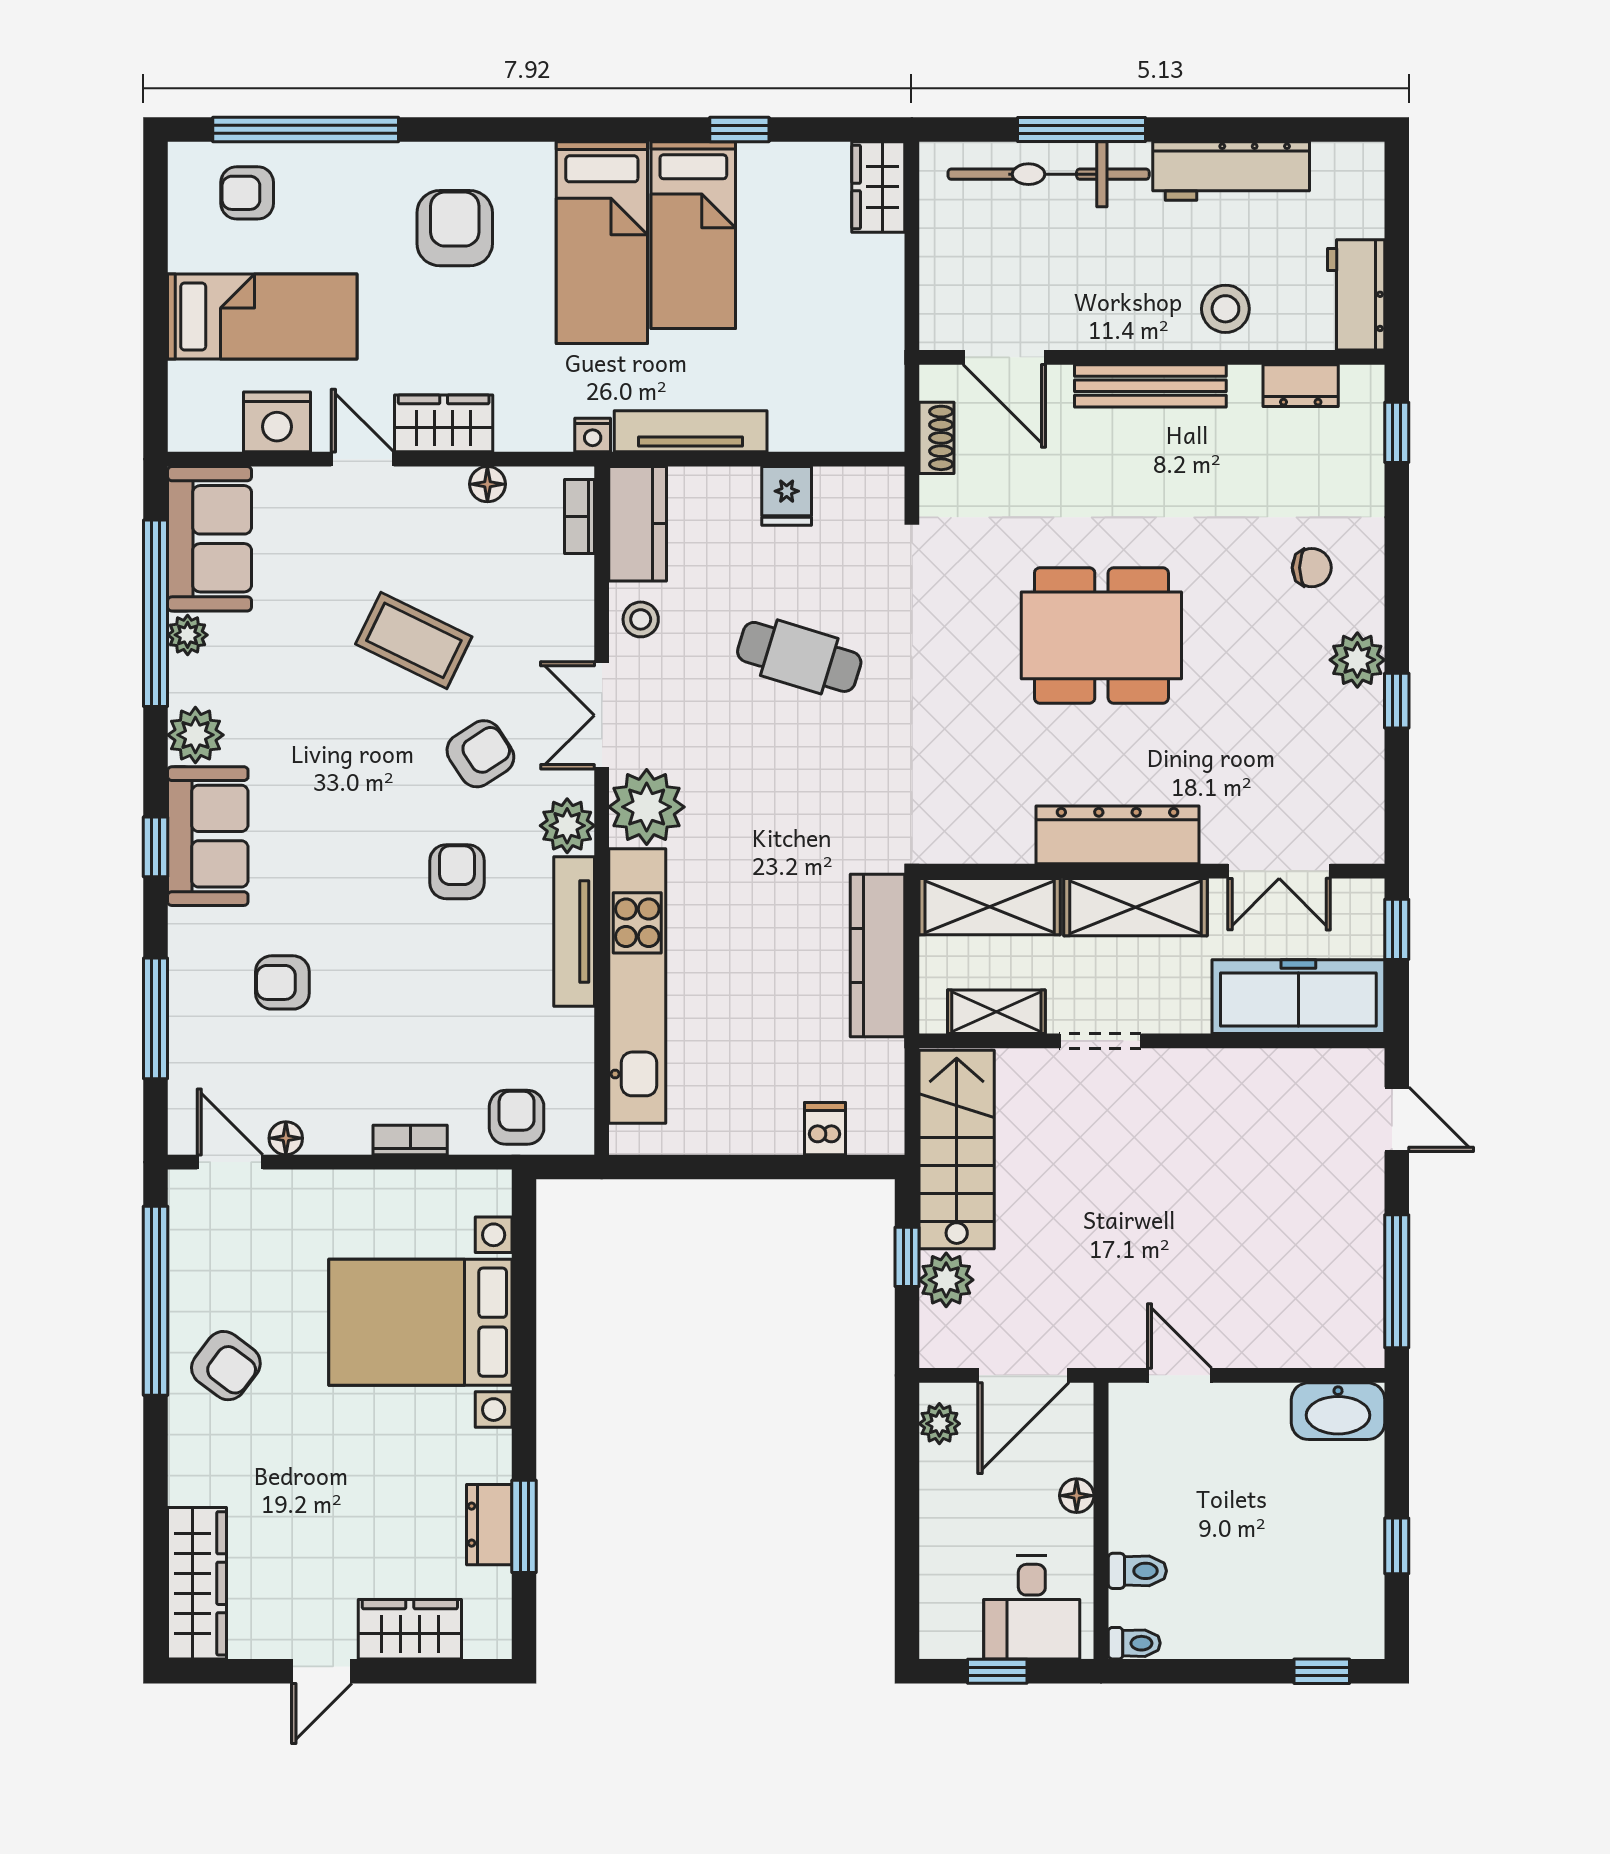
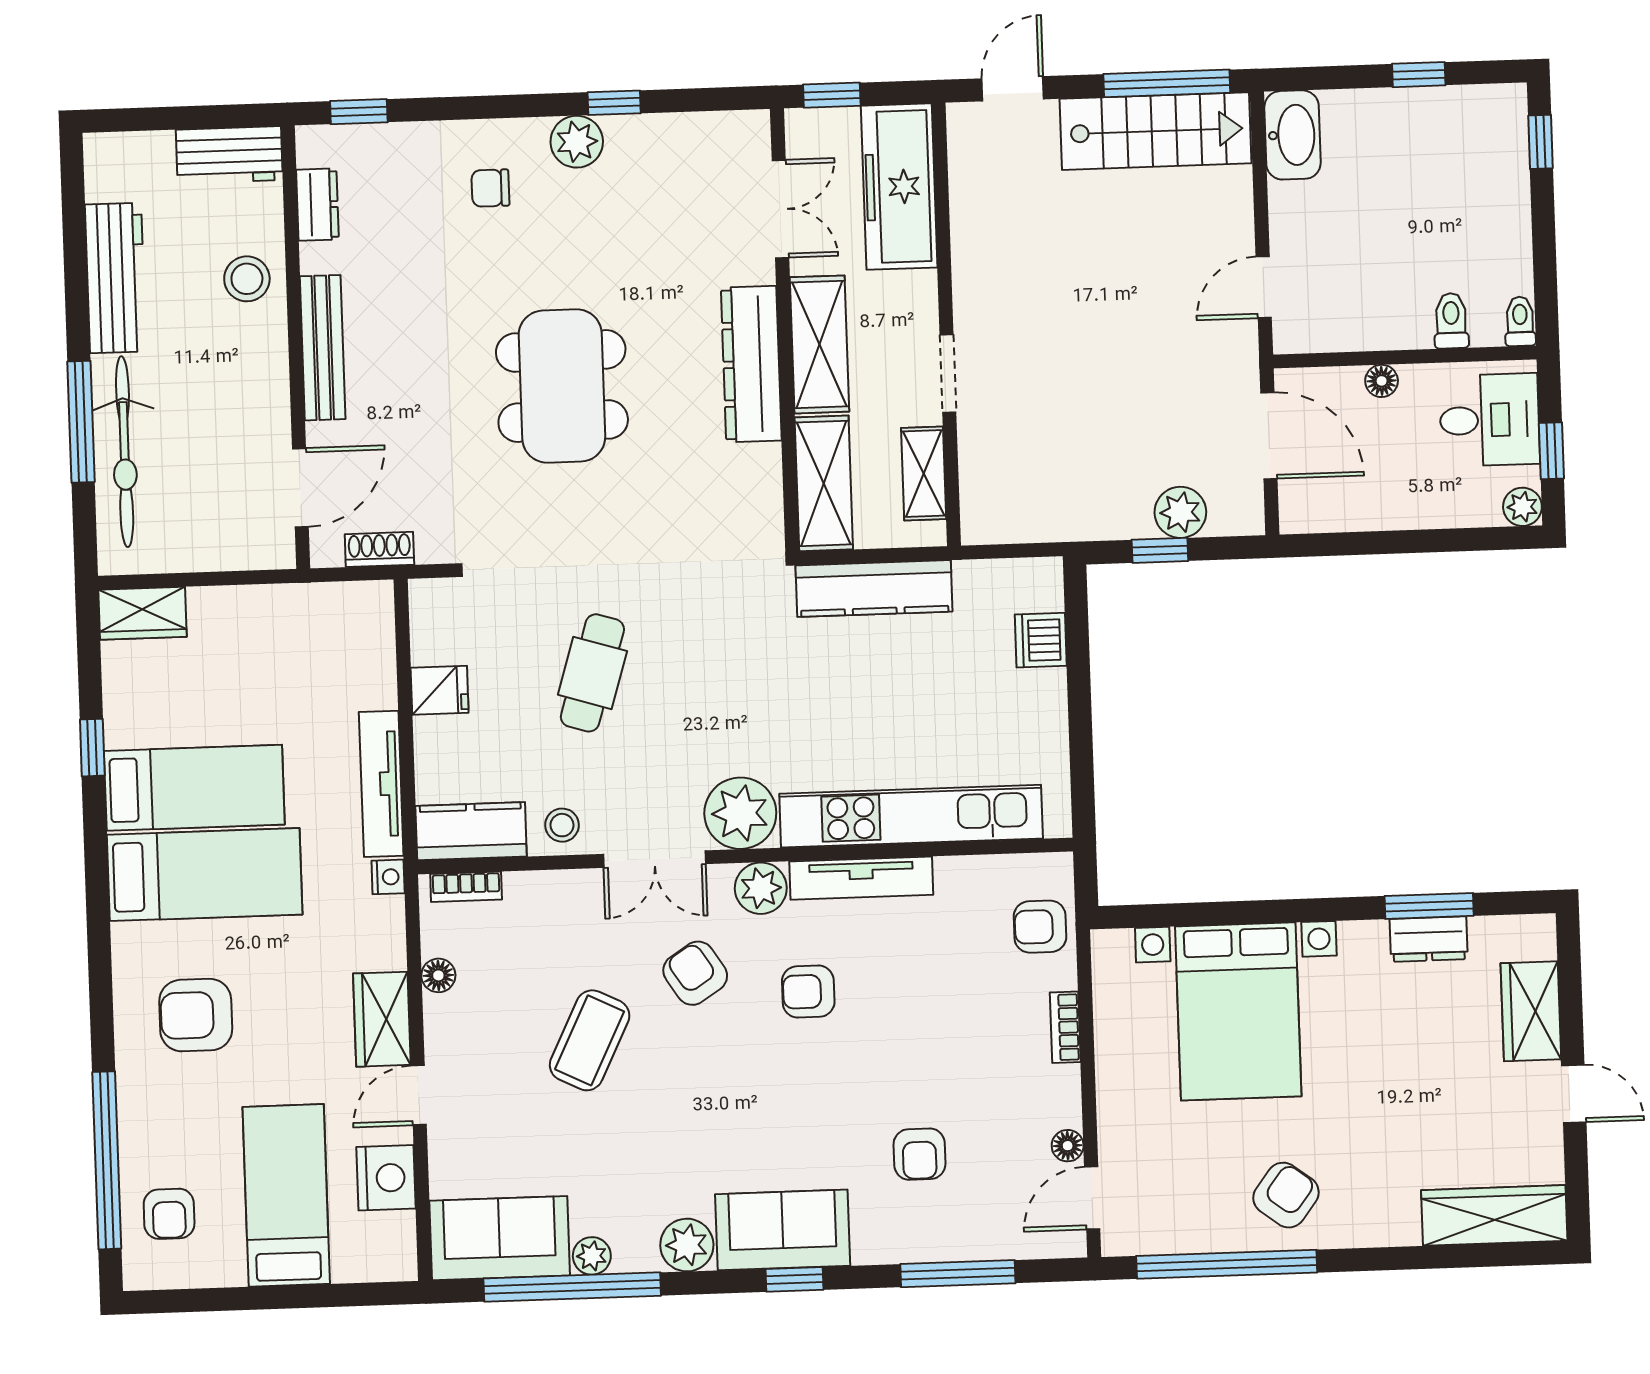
chair: (1312, 568) -> (490, 188), turned -90
dishwasher: (825, 1129) -> (1041, 640), width x1.38
stairs: (957, 1150) -> (1155, 131), moved, turned 180
plant: (939, 1424) -> (1522, 507), moved

